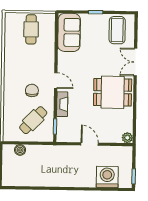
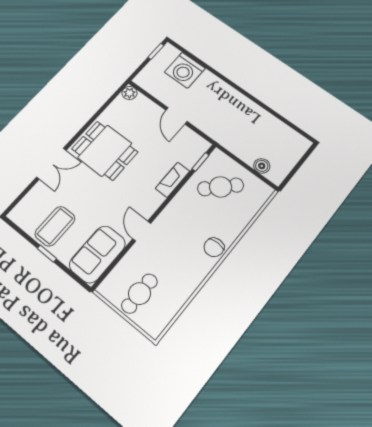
coffee table: (117, 30) -> (55, 226), moved
door: (56, 81) -> (142, 231), moved
chair: (32, 90) -> (214, 247), moved

